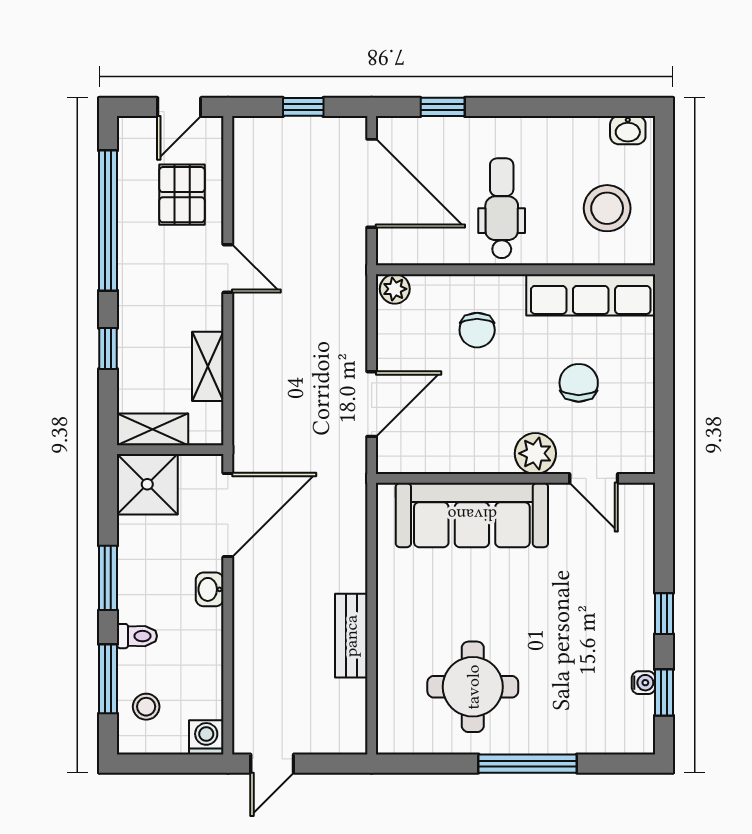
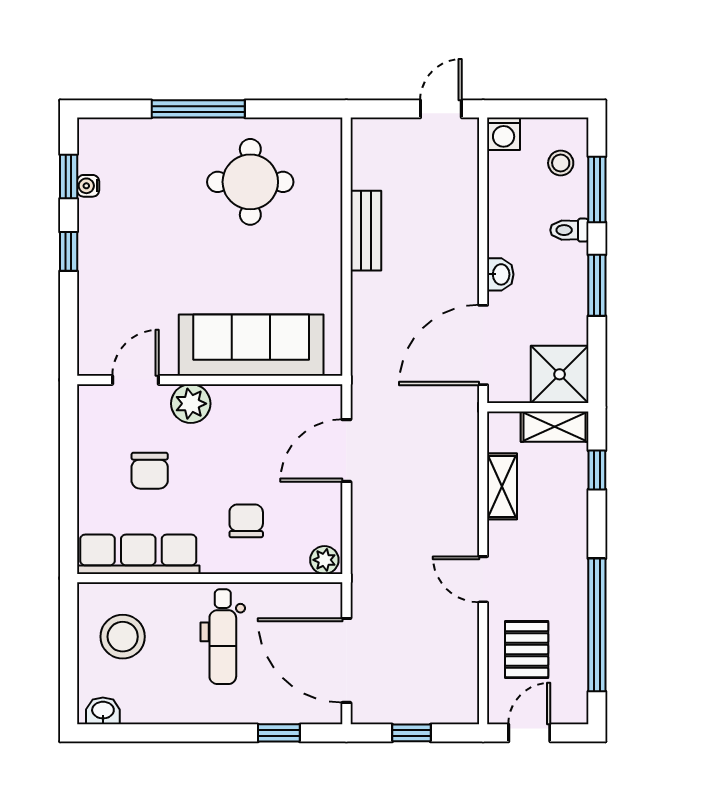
window: (108, 348) -> (597, 470), moved
door: (594, 478) -> (135, 380), hinge flipped

